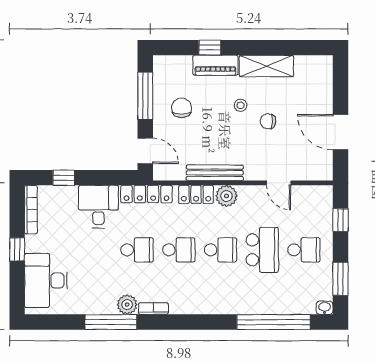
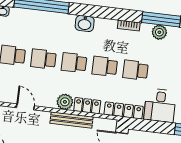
school desk: (262, 250) -> (43, 59), width x0.54
washbasin: (213, 304) -> (85, 23), added
plant: (127, 305) -> (159, 32), moved

